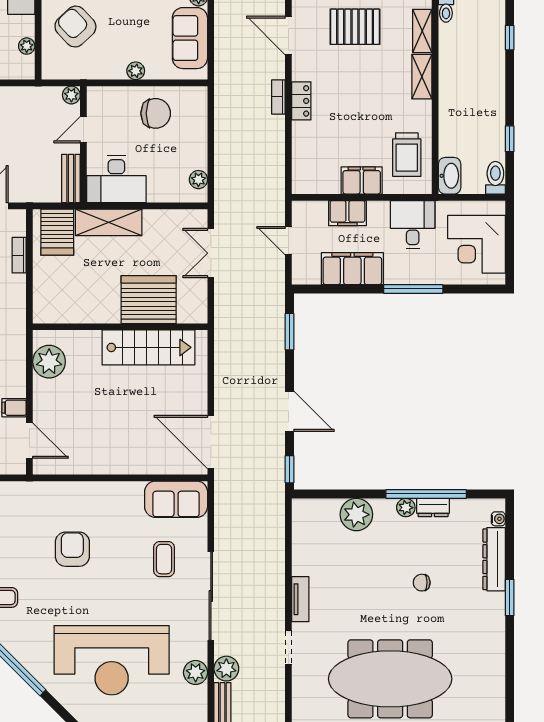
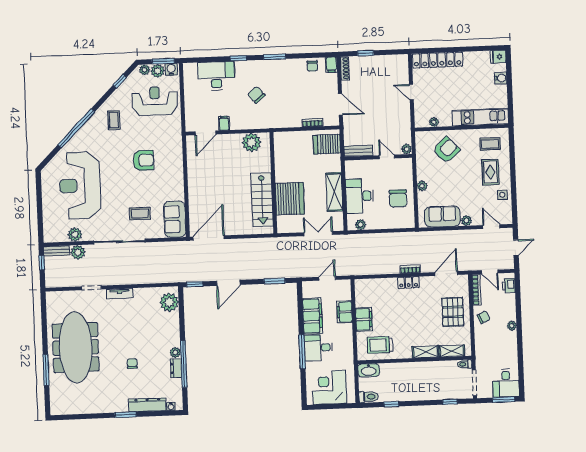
desk: (116, 179) -> (360, 196), moved
shelving: (109, 222) -> (334, 192), moved
desk: (413, 224) -> (318, 348), moved, turned 180
plant: (356, 515) -> (169, 302), moved

